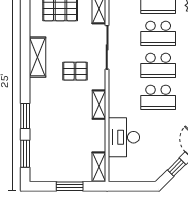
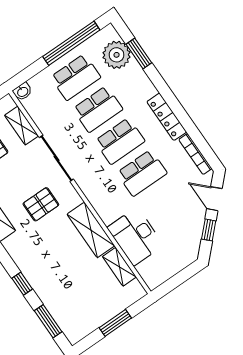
shelving: (99, 105) -> (91, 230), width x1.50, depth x1.33
window: (25, 116) -> (22, 284), width x0.67
shelving: (99, 167) -> (119, 267), moved

